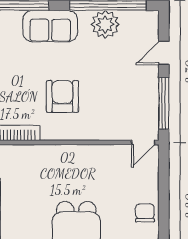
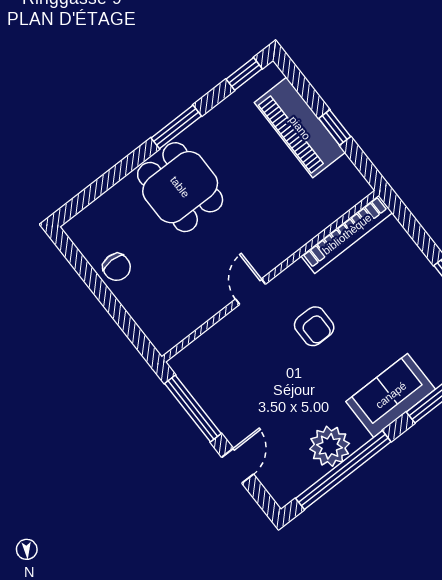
armchair: (62, 96) -> (314, 326), width x0.72, depth x0.72
door: (143, 142) -> (250, 292), moved

